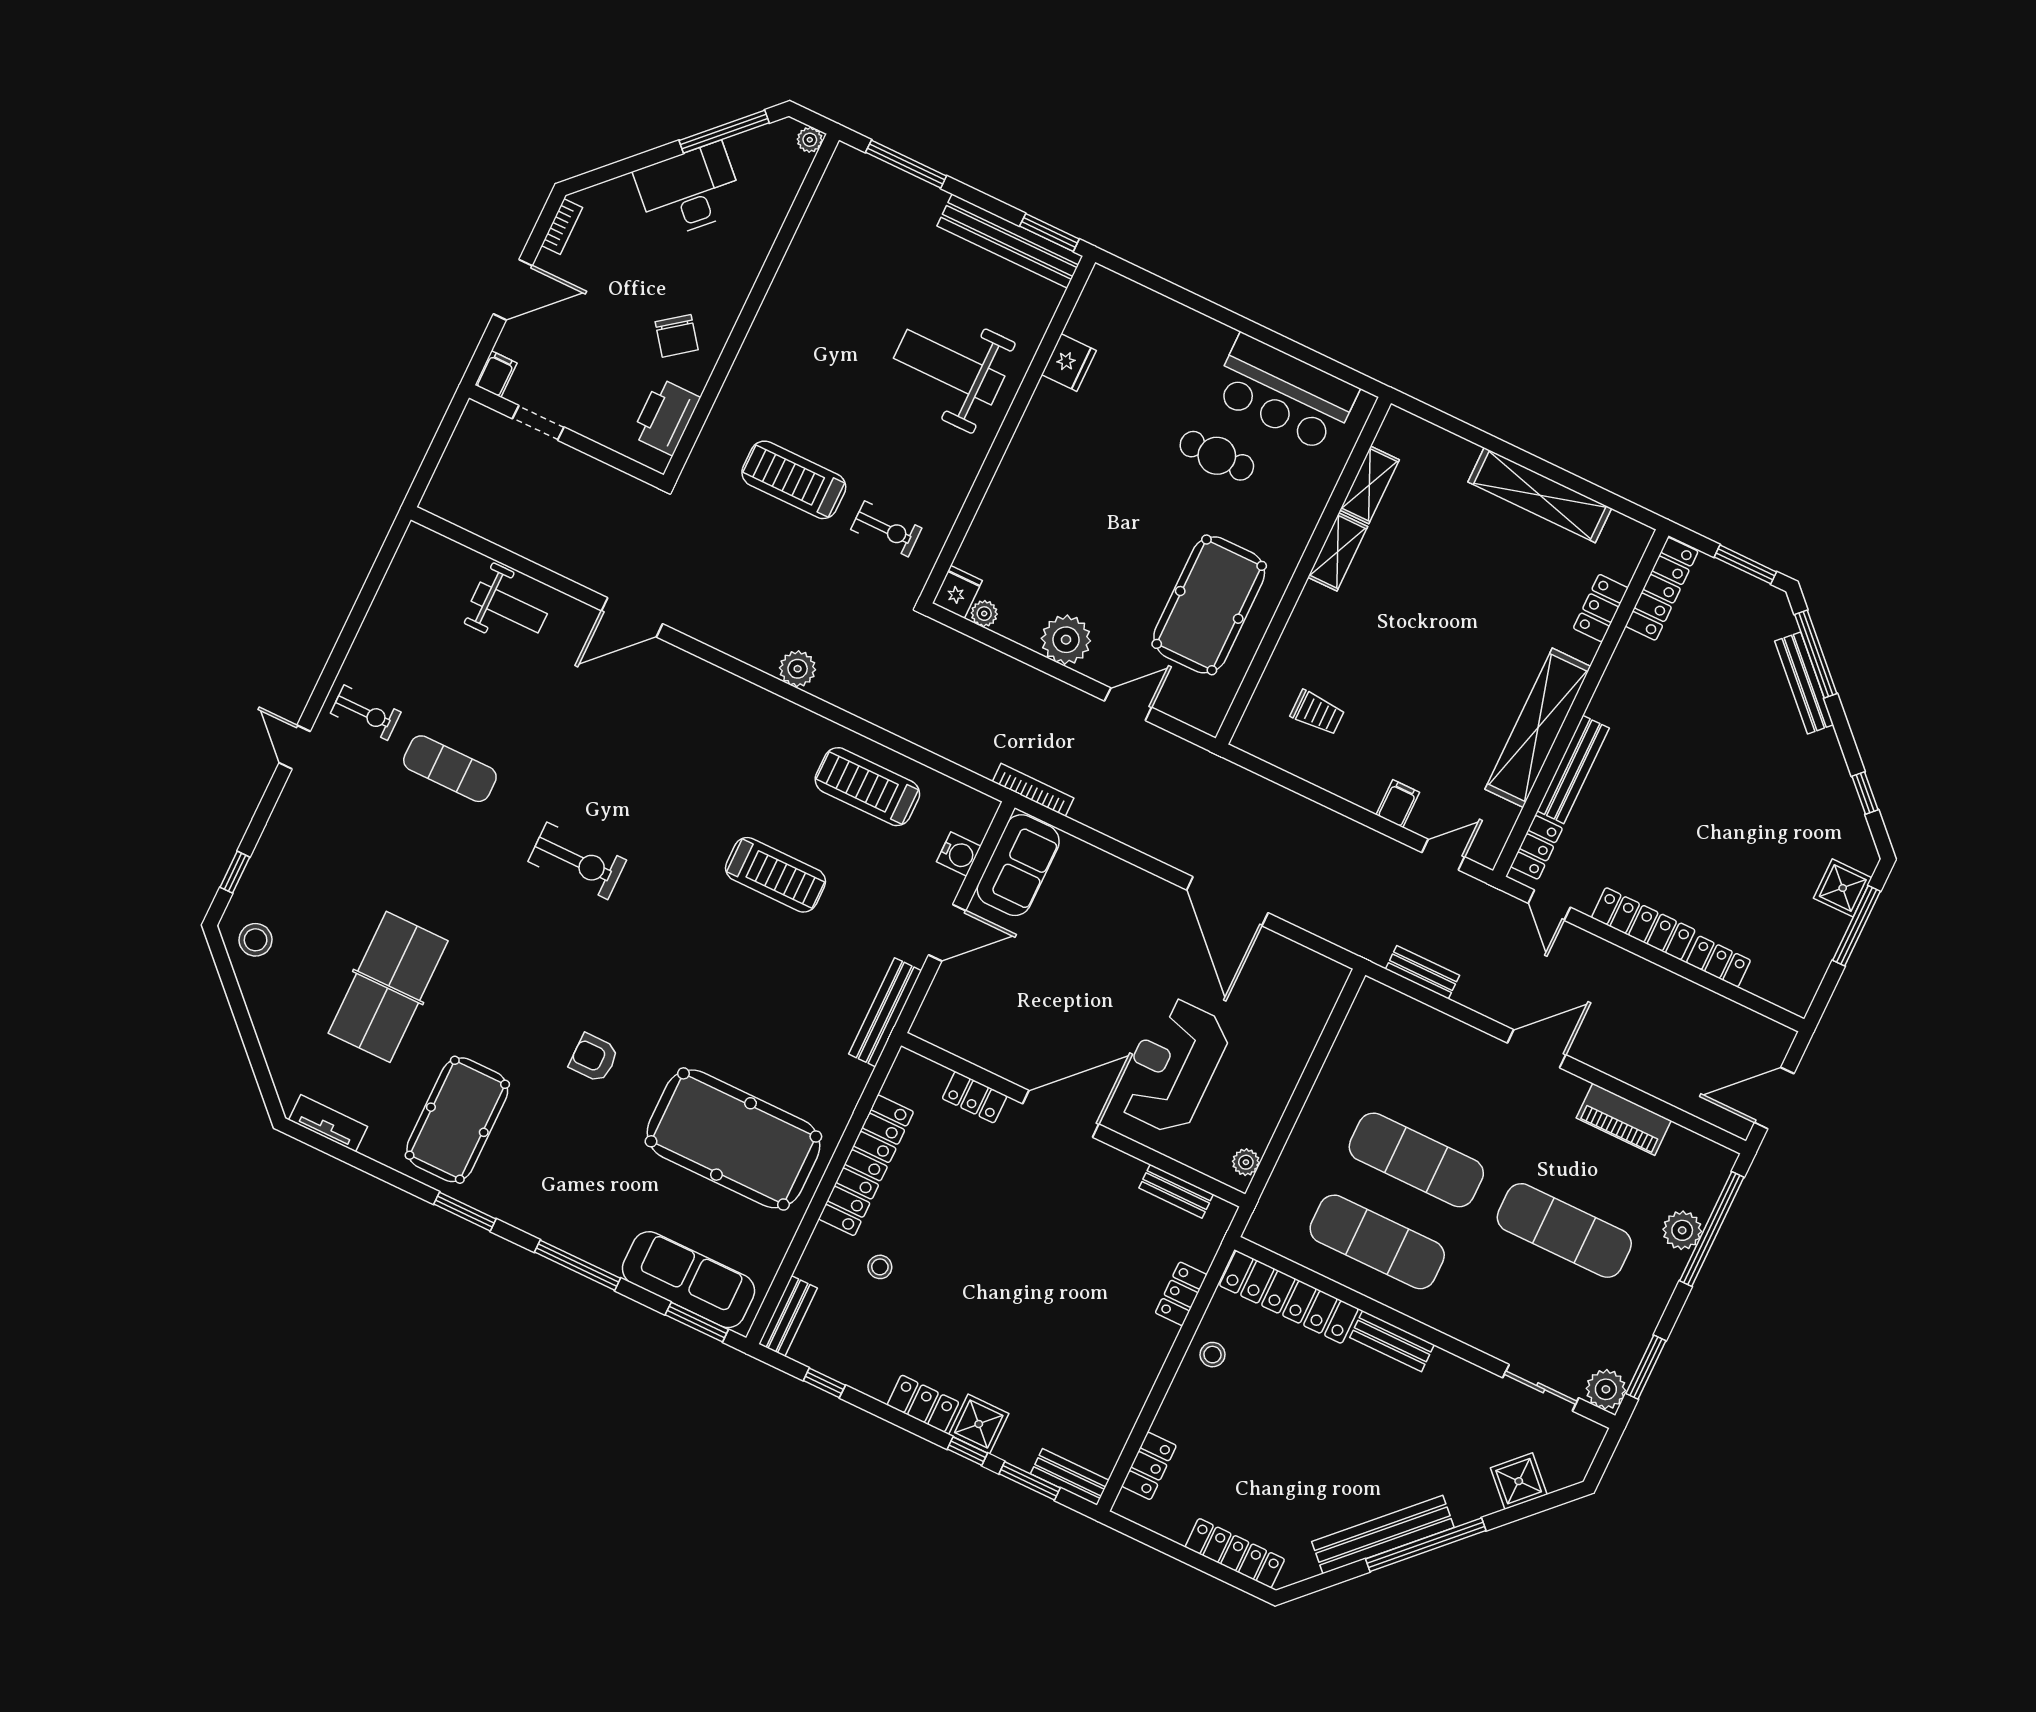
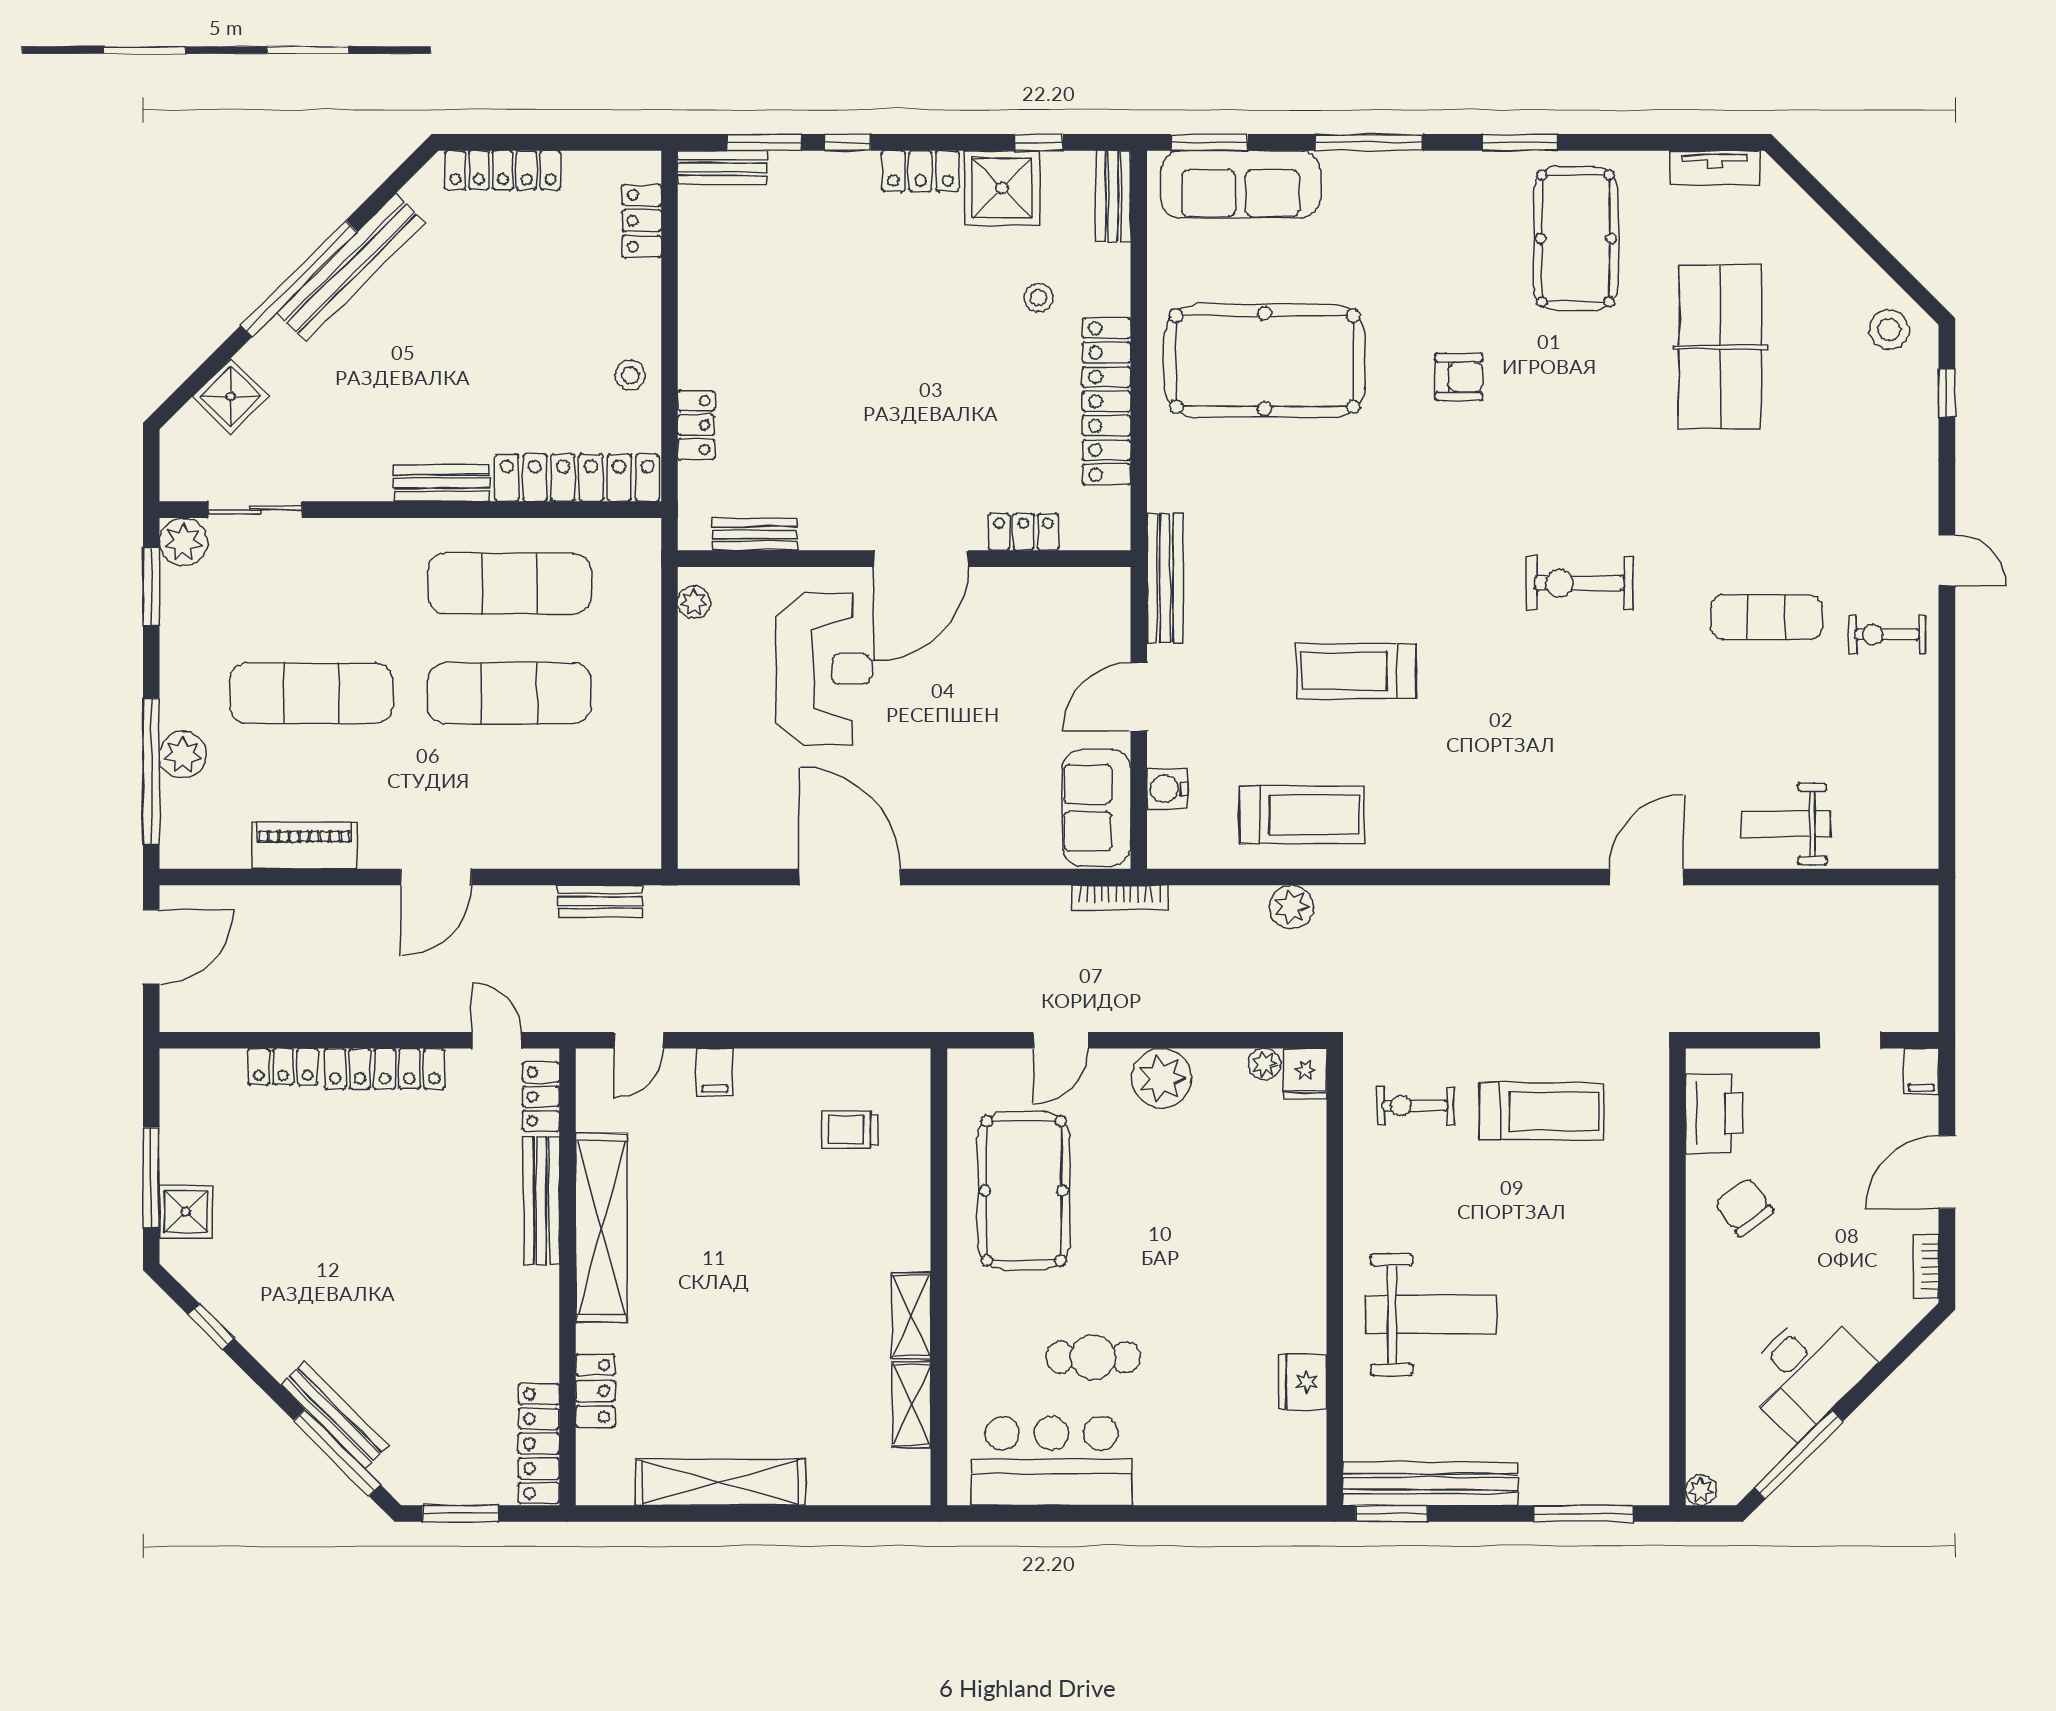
plant: (798, 669) -> (1291, 907), moved
shower: (979, 1424) -> (1002, 188), moved, width x1.36, depth x1.36

